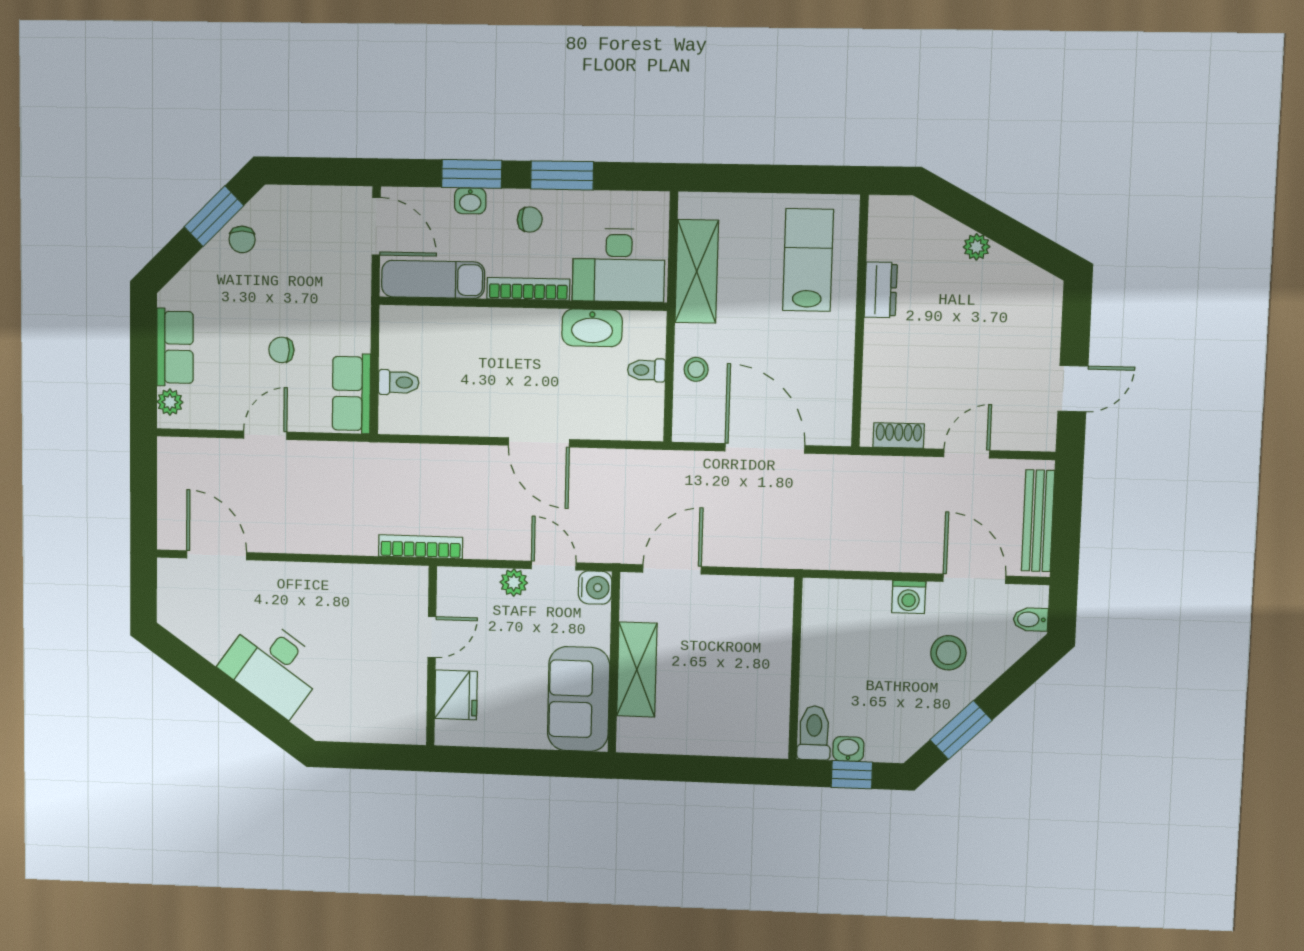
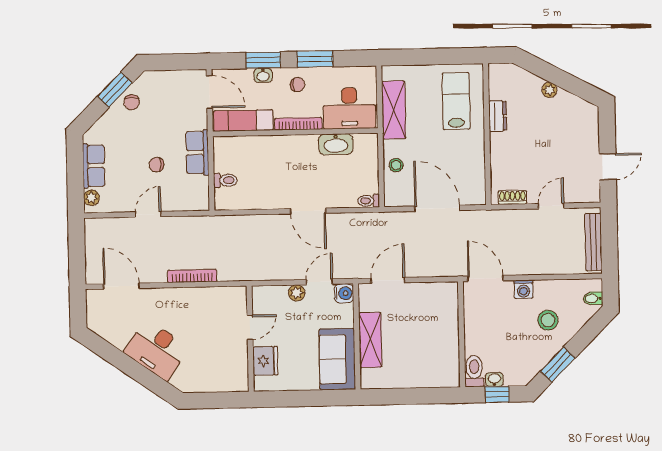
toilet: (646, 370) -> (369, 201), moved
row of seats: (351, 394) -> (197, 153), moved
bookcase: (421, 547) -> (192, 276), moved
door: (554, 566) -> (319, 282), hinge flipped
door: (974, 579) -> (485, 278), moved

